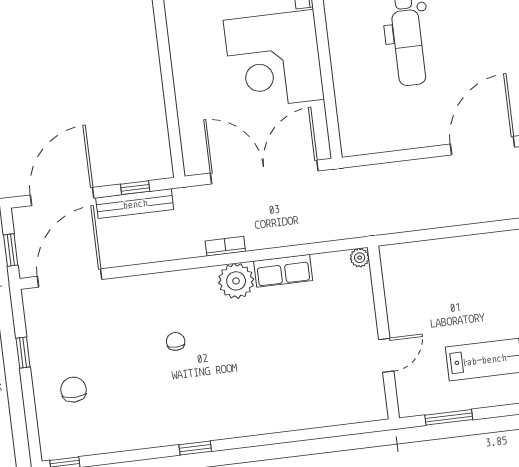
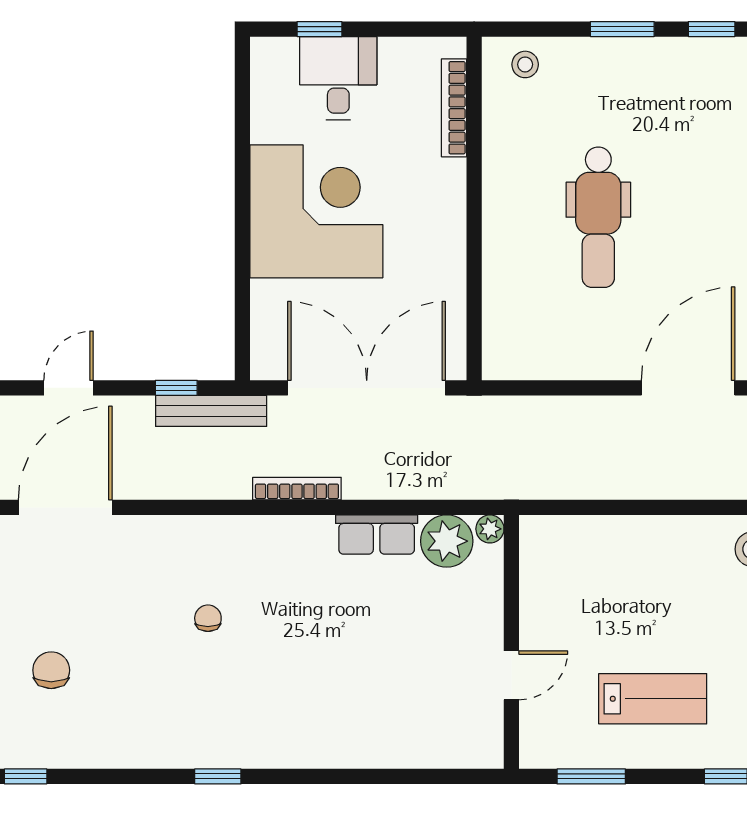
corner desk: (274, 60) -> (316, 211), moved, turned 180
door: (62, 197) -> (69, 388), width x0.53
bench: (135, 204) -> (211, 411), moved
bookcase: (225, 246) -> (297, 489), width x1.56
plant: (236, 281) -> (447, 541), moved

